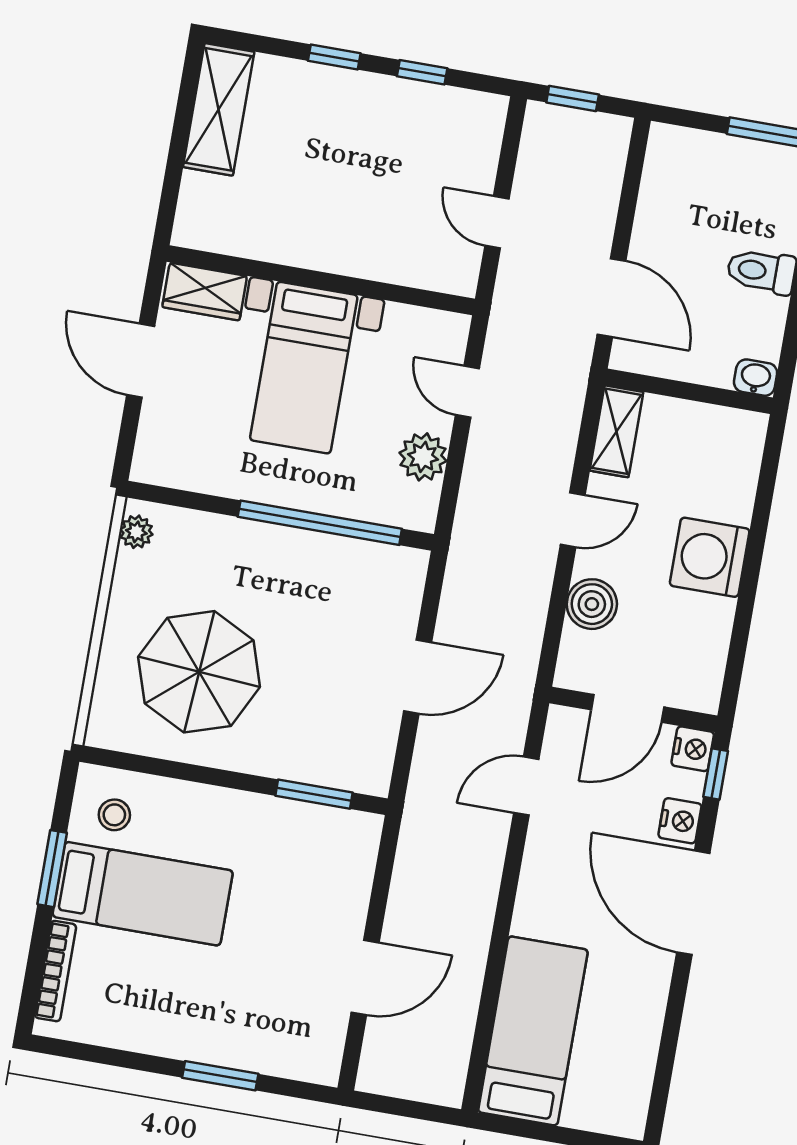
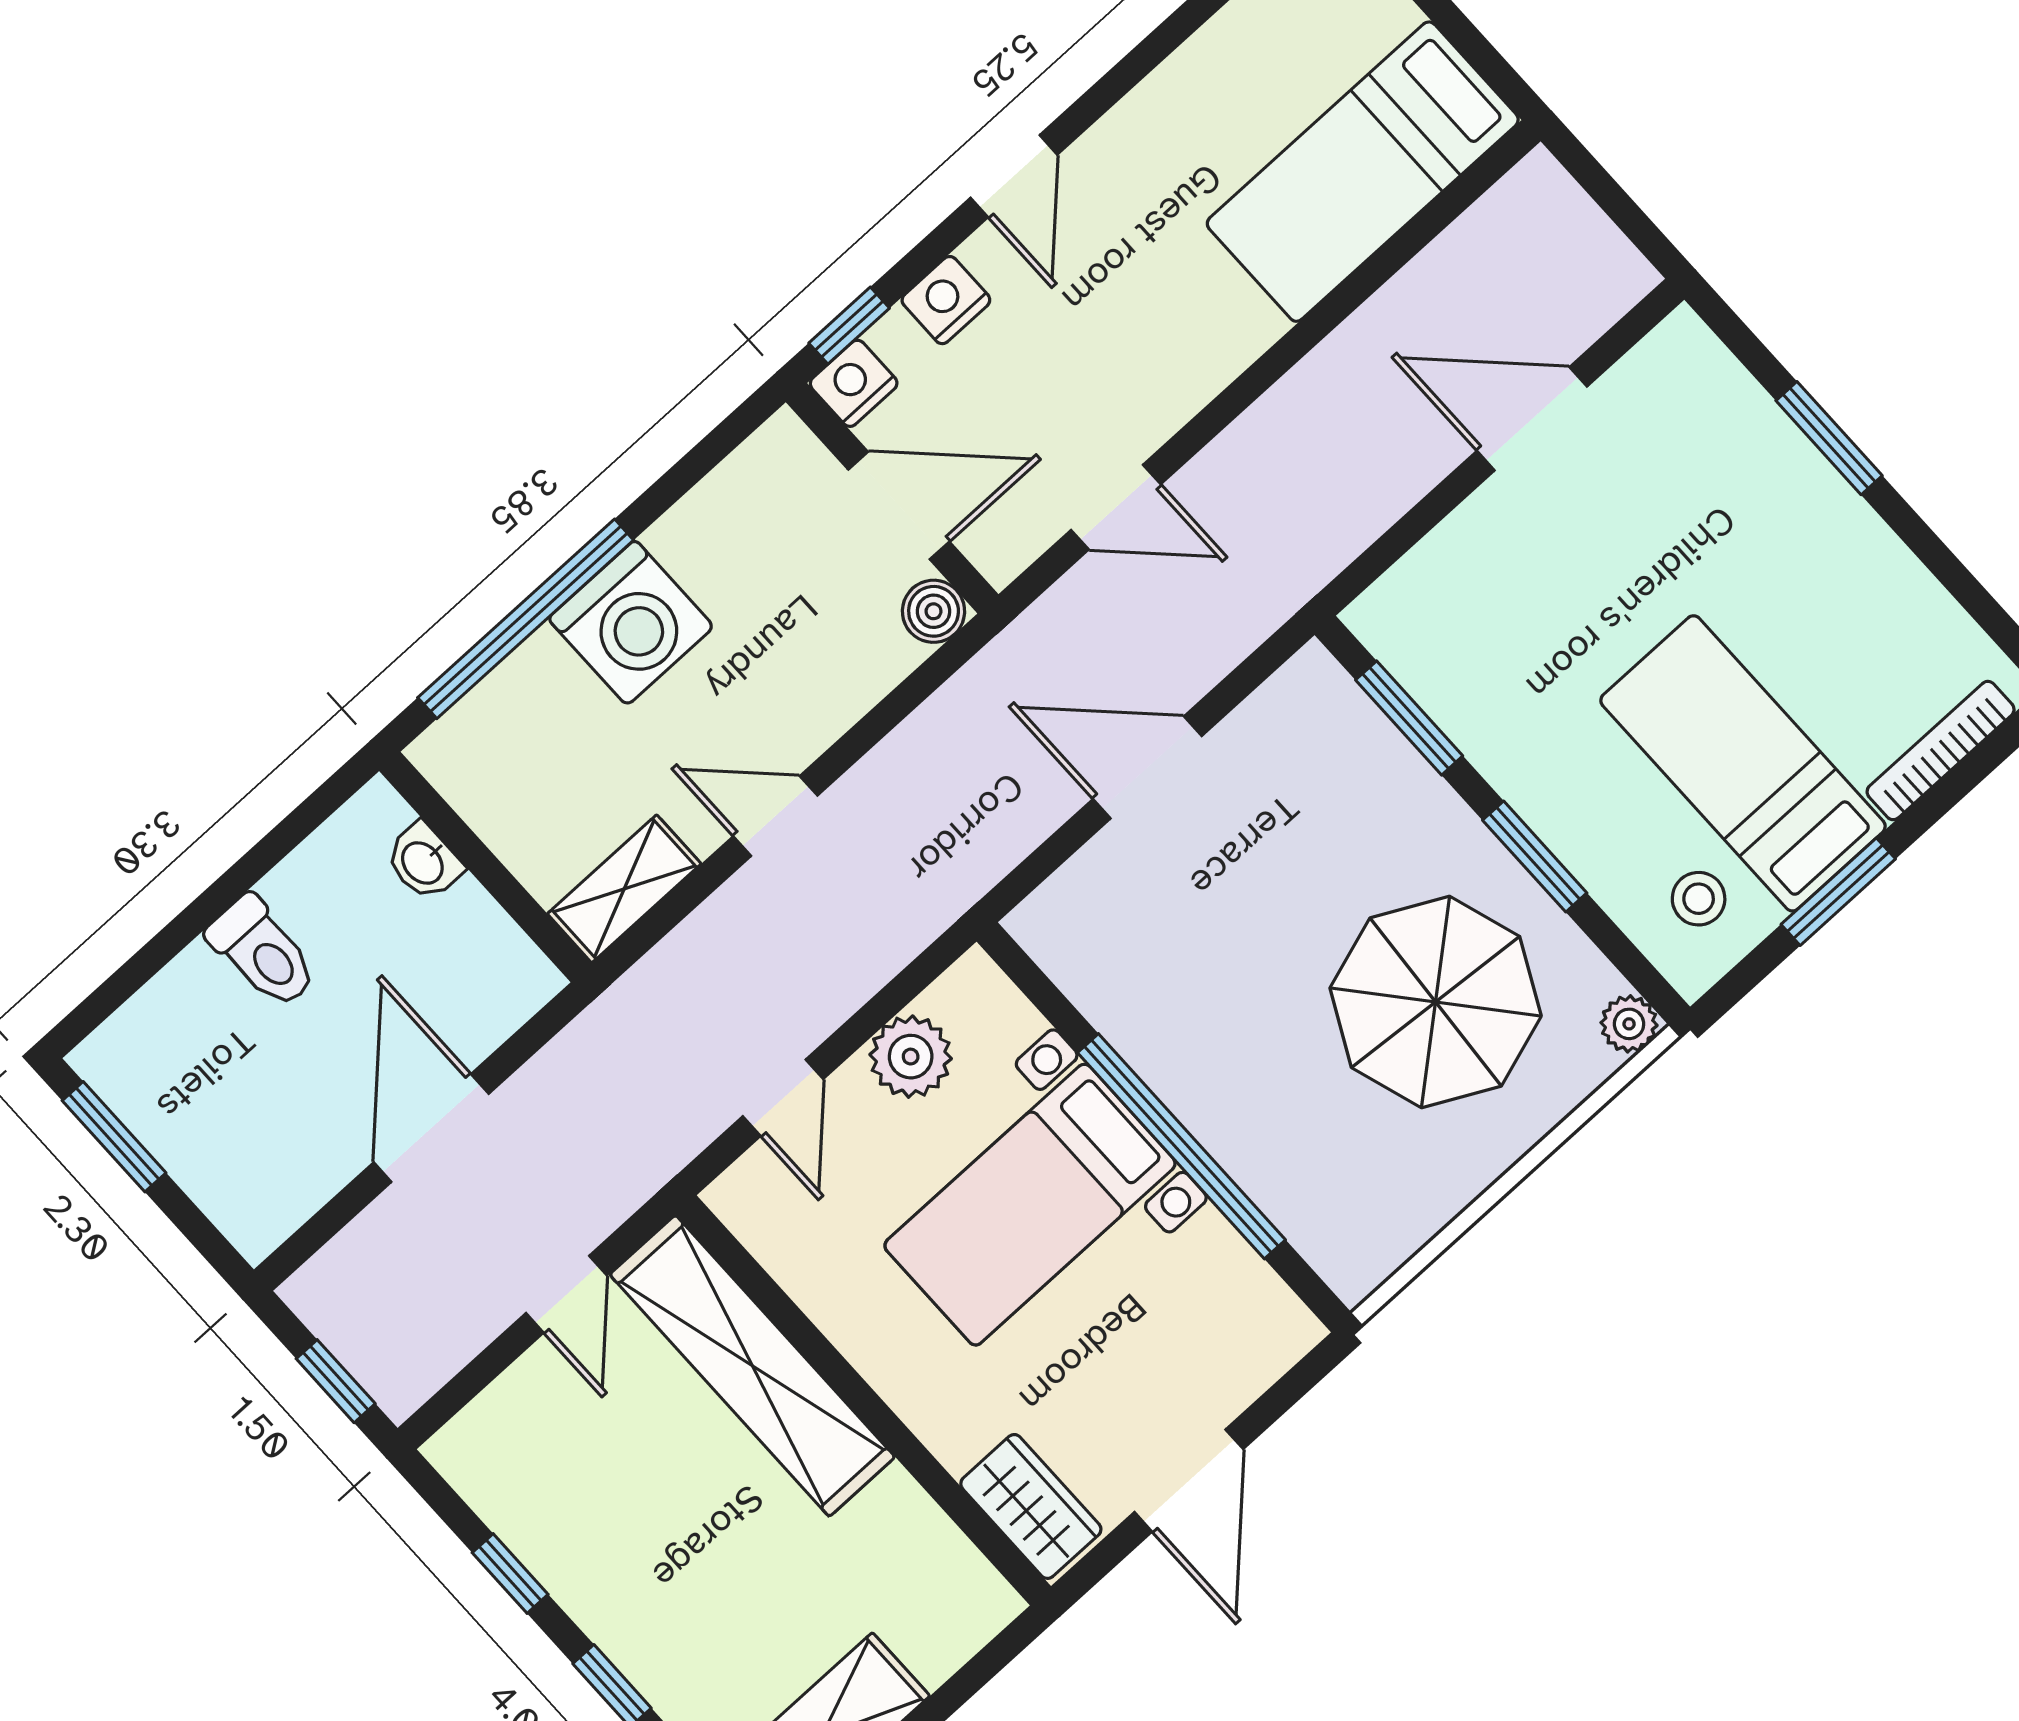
shelving: (385, 256) -> (752, 1366), added
door: (611, 298) -> (431, 1128), moved
bed with nightstands: (304, 368) -> (1030, 1205), moved, turned 180
washbasin: (756, 378) -> (424, 862), moved
window: (760, 521) -> (526, 619), added
window: (320, 523) -> (1181, 1146), moved
plant: (136, 532) -> (1629, 1024), moved
boiler: (592, 604) -> (934, 611), moved, width x0.73, depth x0.73
window: (206, 775) -> (1535, 856), added
door: (693, 903) -> (1014, 176), width x0.53

